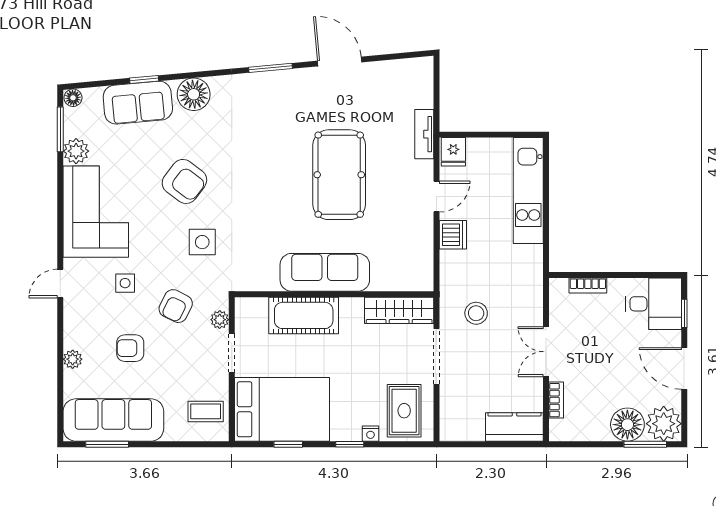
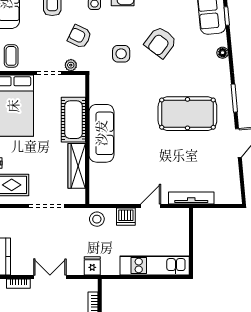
floor lamp: (194, 94) -> (223, 53), width x0.53, depth x0.53
tv unit: (424, 134) -> (191, 198), width x1.41
fridge: (453, 152) -> (92, 266), moved, turned 90
pool table: (339, 175) -> (187, 114), moved
door: (437, 197) -> (151, 206), swing flipped
wardrobe: (399, 310) -> (77, 166), moved
stool: (476, 313) -> (97, 219), moved

